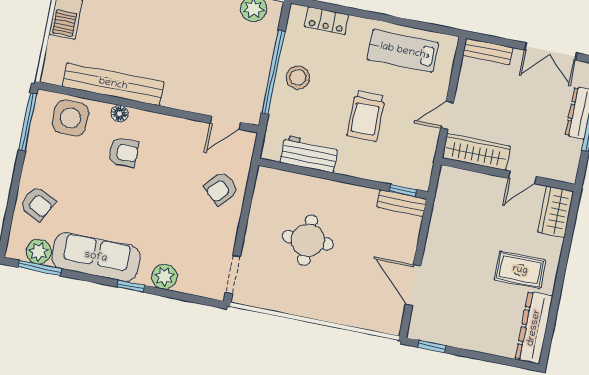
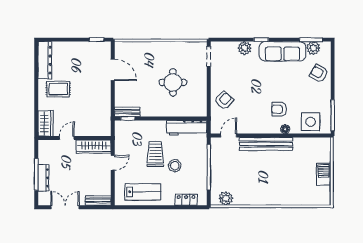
stool: (298, 78) -> (175, 166), moved
bench: (113, 84) -> (266, 144), moved
workbench: (309, 154) -> (187, 128), width x1.38

